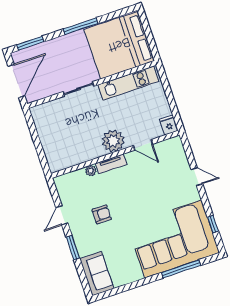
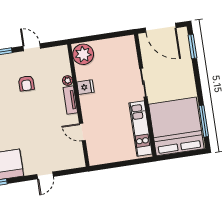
window: (81, 26) -> (204, 121), moved
fridge: (169, 125) -> (85, 87), moved
plant: (113, 141) -> (83, 54), moved
door: (143, 145) -> (82, 132), hinge flipped

